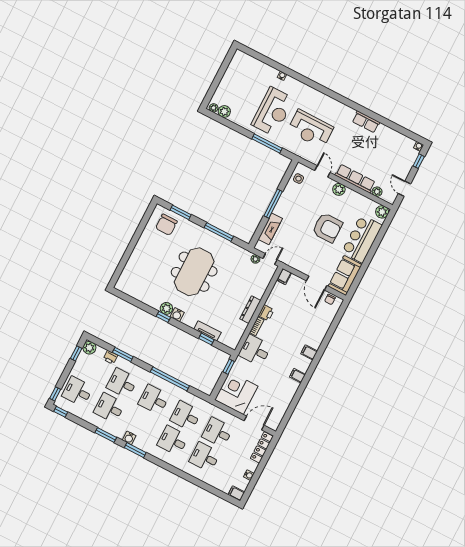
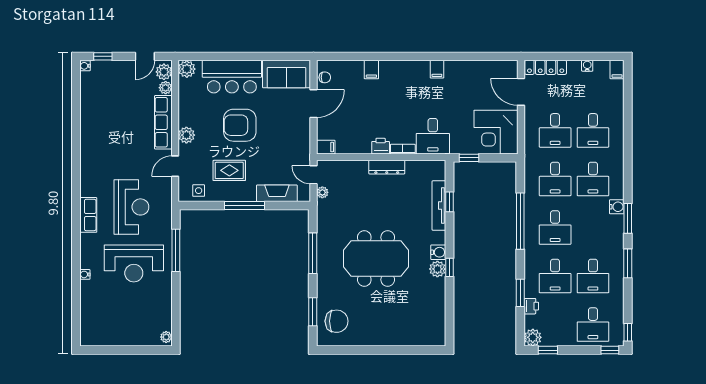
plant: (224, 111) -> (164, 72), moved
reception desk: (273, 111) -> (134, 263), turned 180
row of seats: (366, 122) -> (88, 215), moved
rug: (301, 205) -> (229, 170), added
armchair: (327, 228) -> (240, 125), turned -90
tv unit: (207, 331) -> (439, 206), width x1.41
filing cabinet: (309, 352) -> (371, 70), moved
water cooler: (129, 438) -> (617, 207), moved

